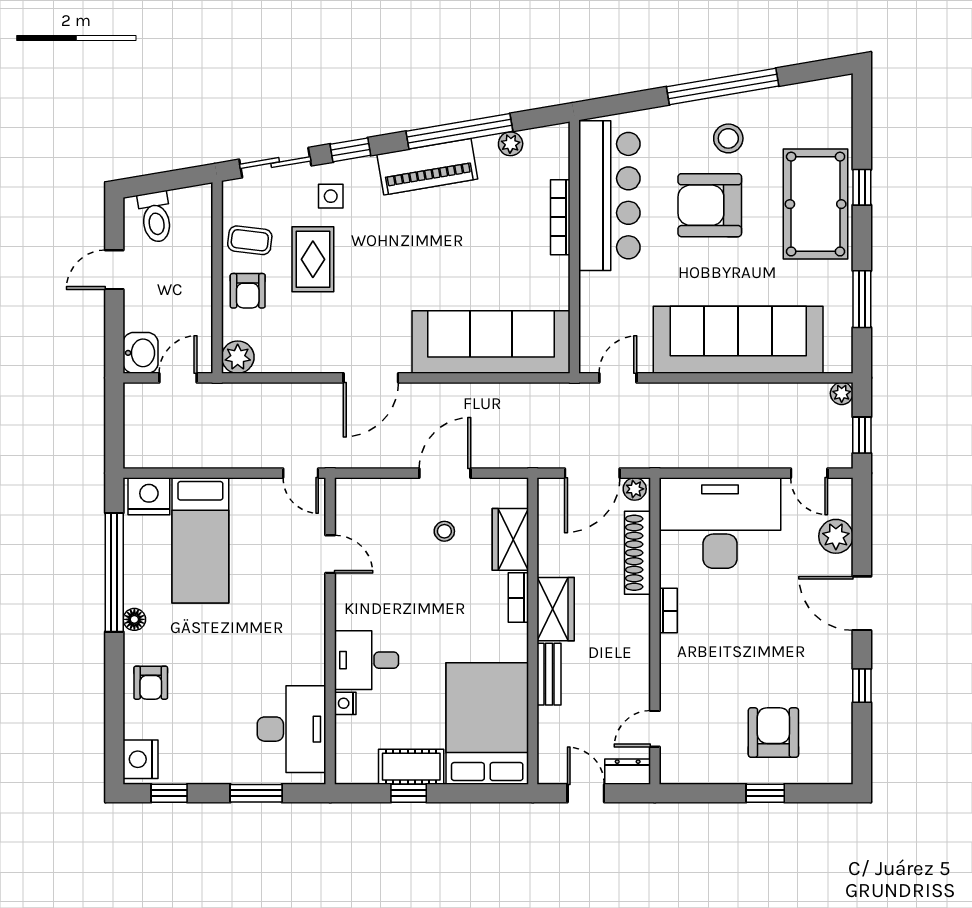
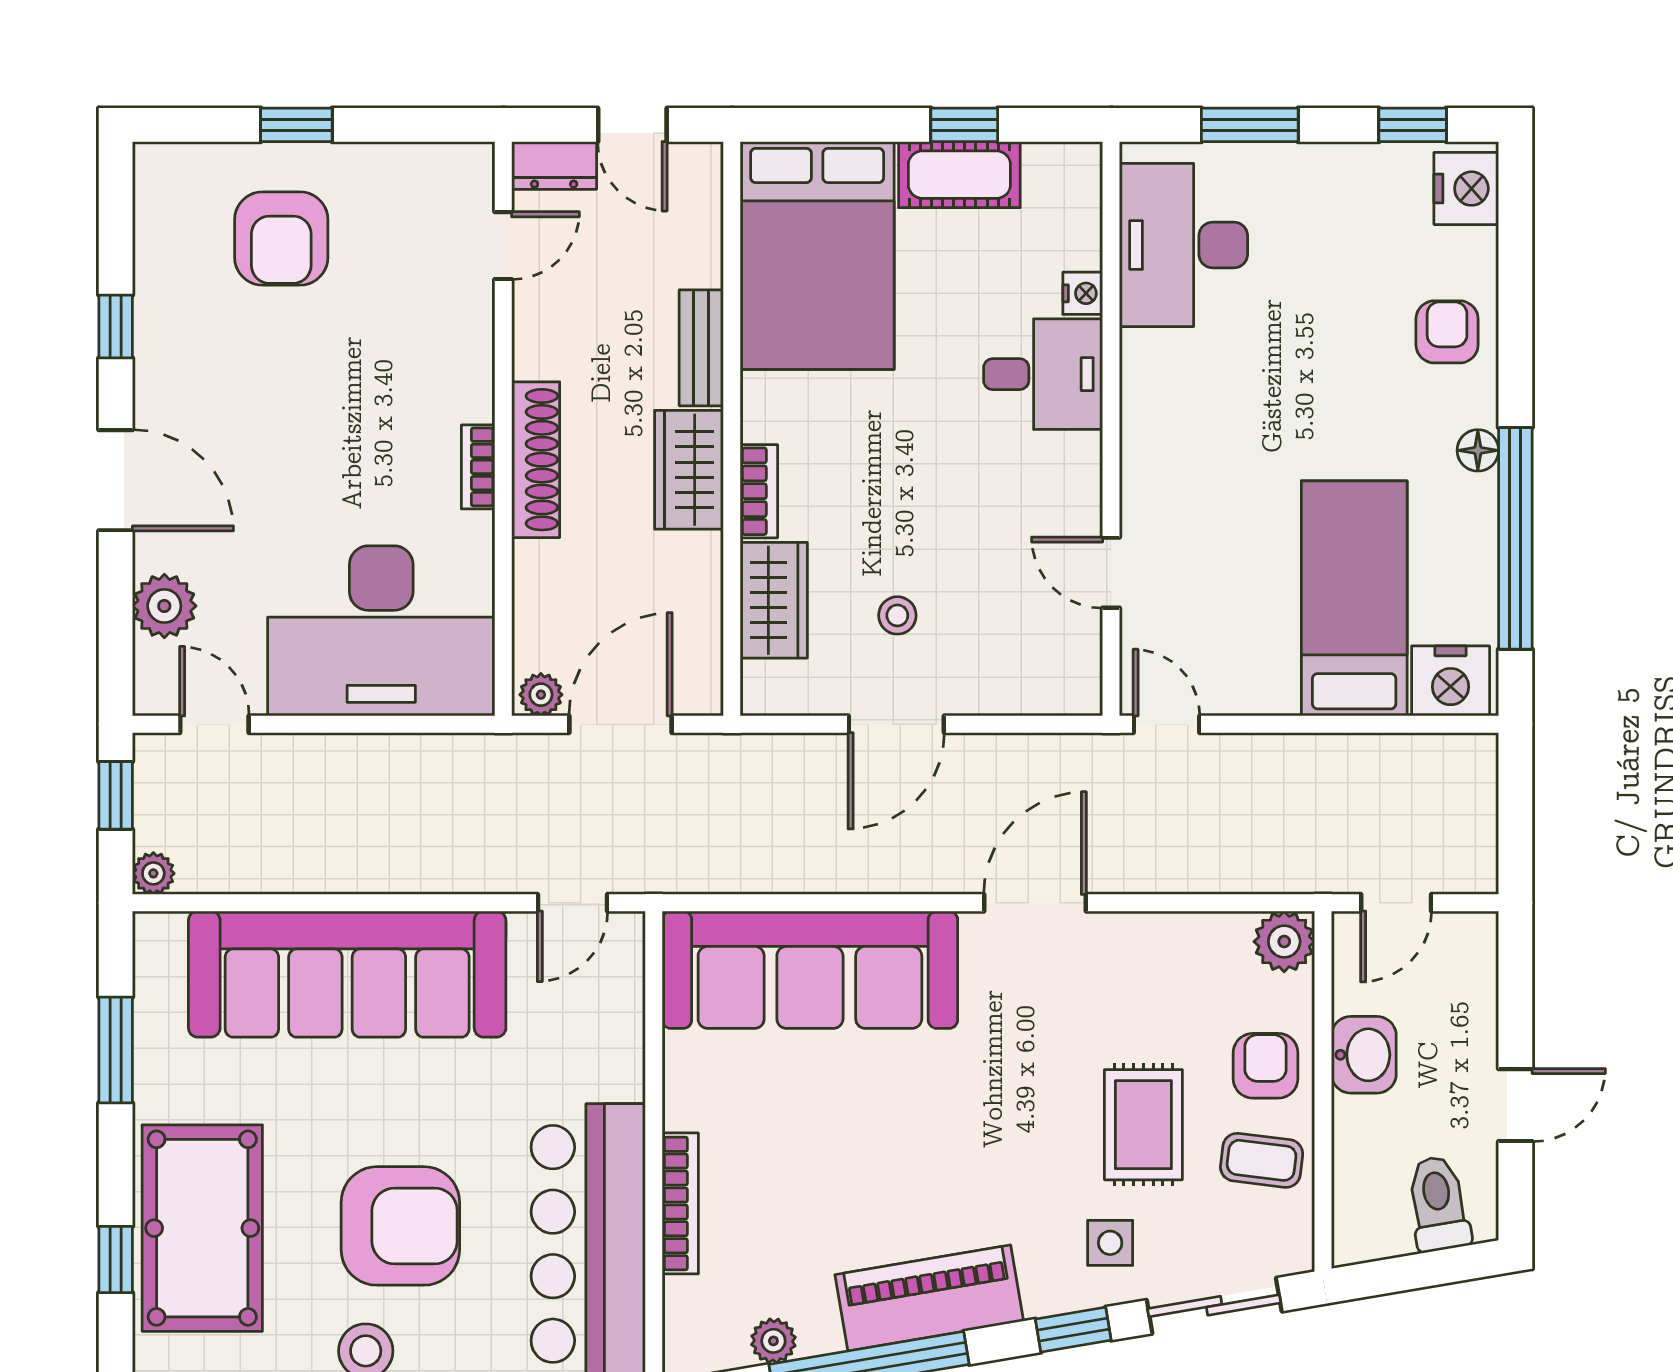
washbasin: (141, 353) -> (1364, 1055), moved, turned 180
shoe rack: (638, 553) -> (536, 460), moved

